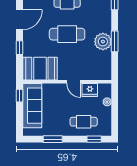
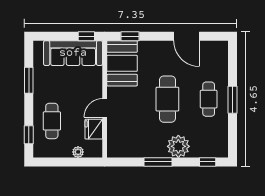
plant: (103, 42) -> (178, 146), moved
window: (20, 48) -> (130, 36), moved

